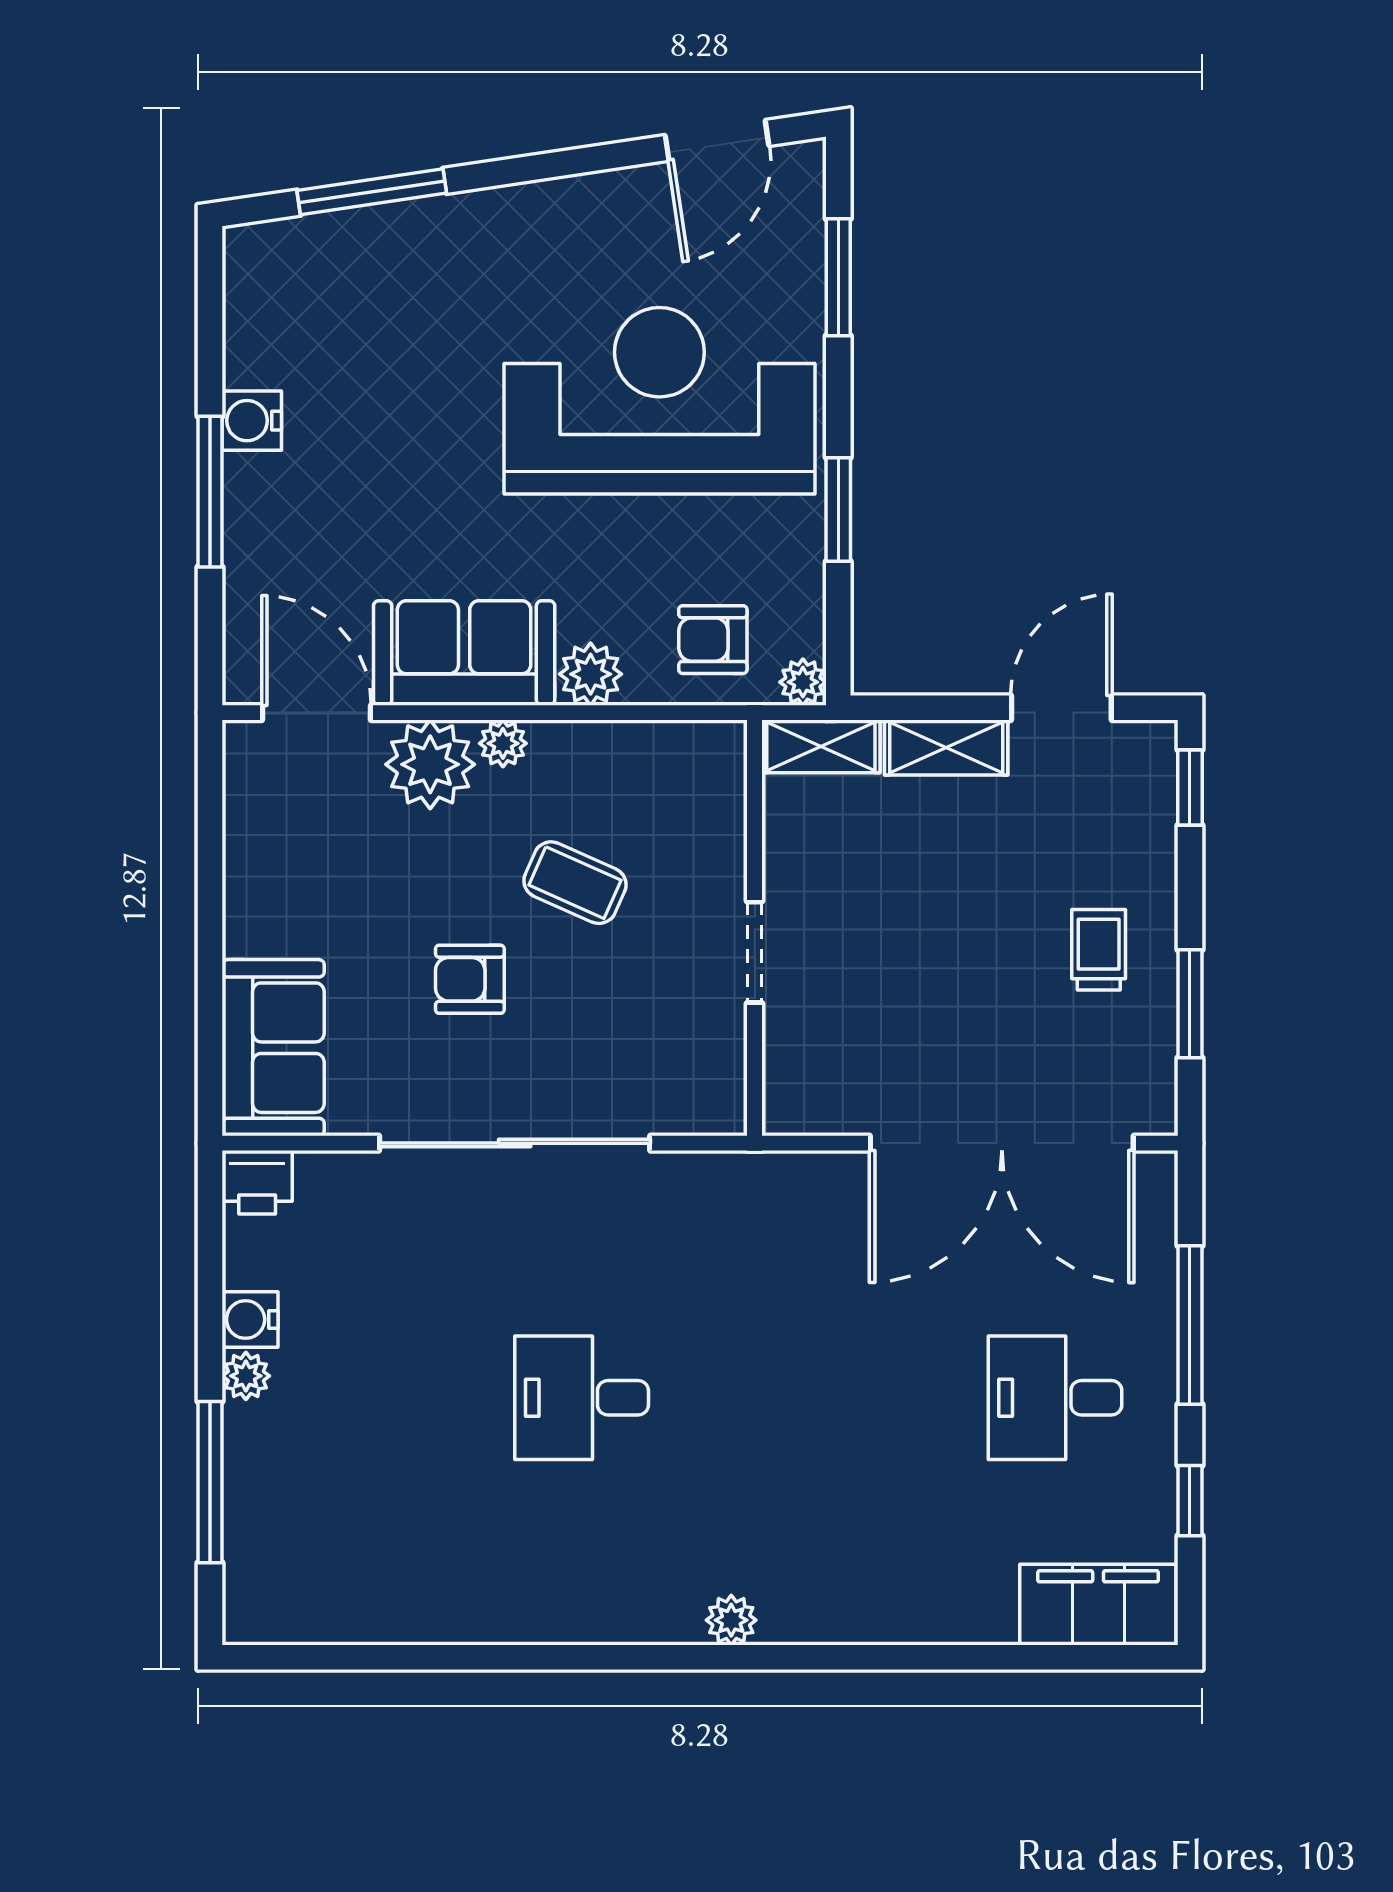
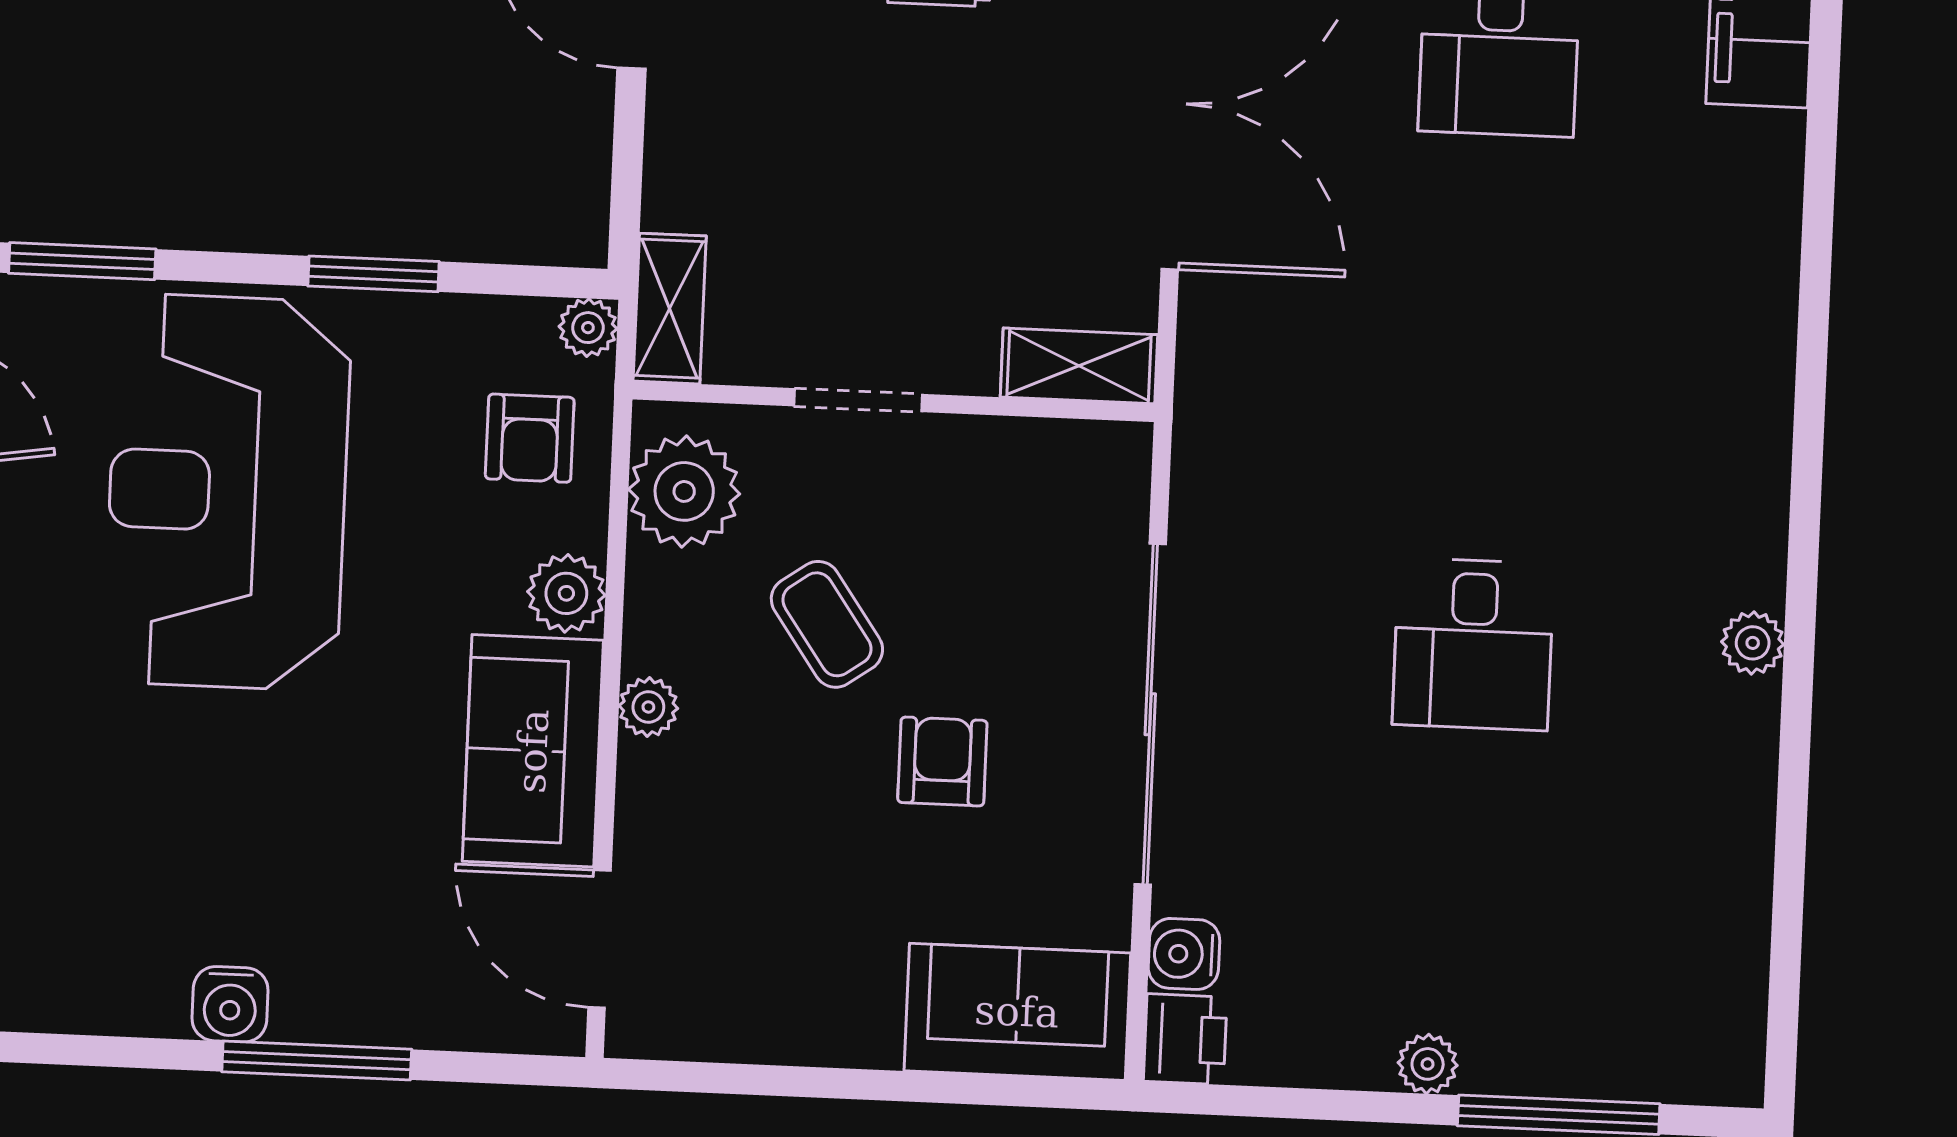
door: (317, 713) -> (600, 939), hinge flipped
shelving: (946, 747) -> (1079, 366), moved, turned 90
plant: (430, 764) -> (684, 491), moved
coffee table: (575, 883) -> (827, 624), turned -59
doorway: (755, 952) -> (858, 400), moved
armchair: (470, 979) -> (942, 761), turned 180
water cooler: (250, 1319) -> (1184, 954), moved, turned 90
plant: (731, 1620) -> (1753, 643), moved

